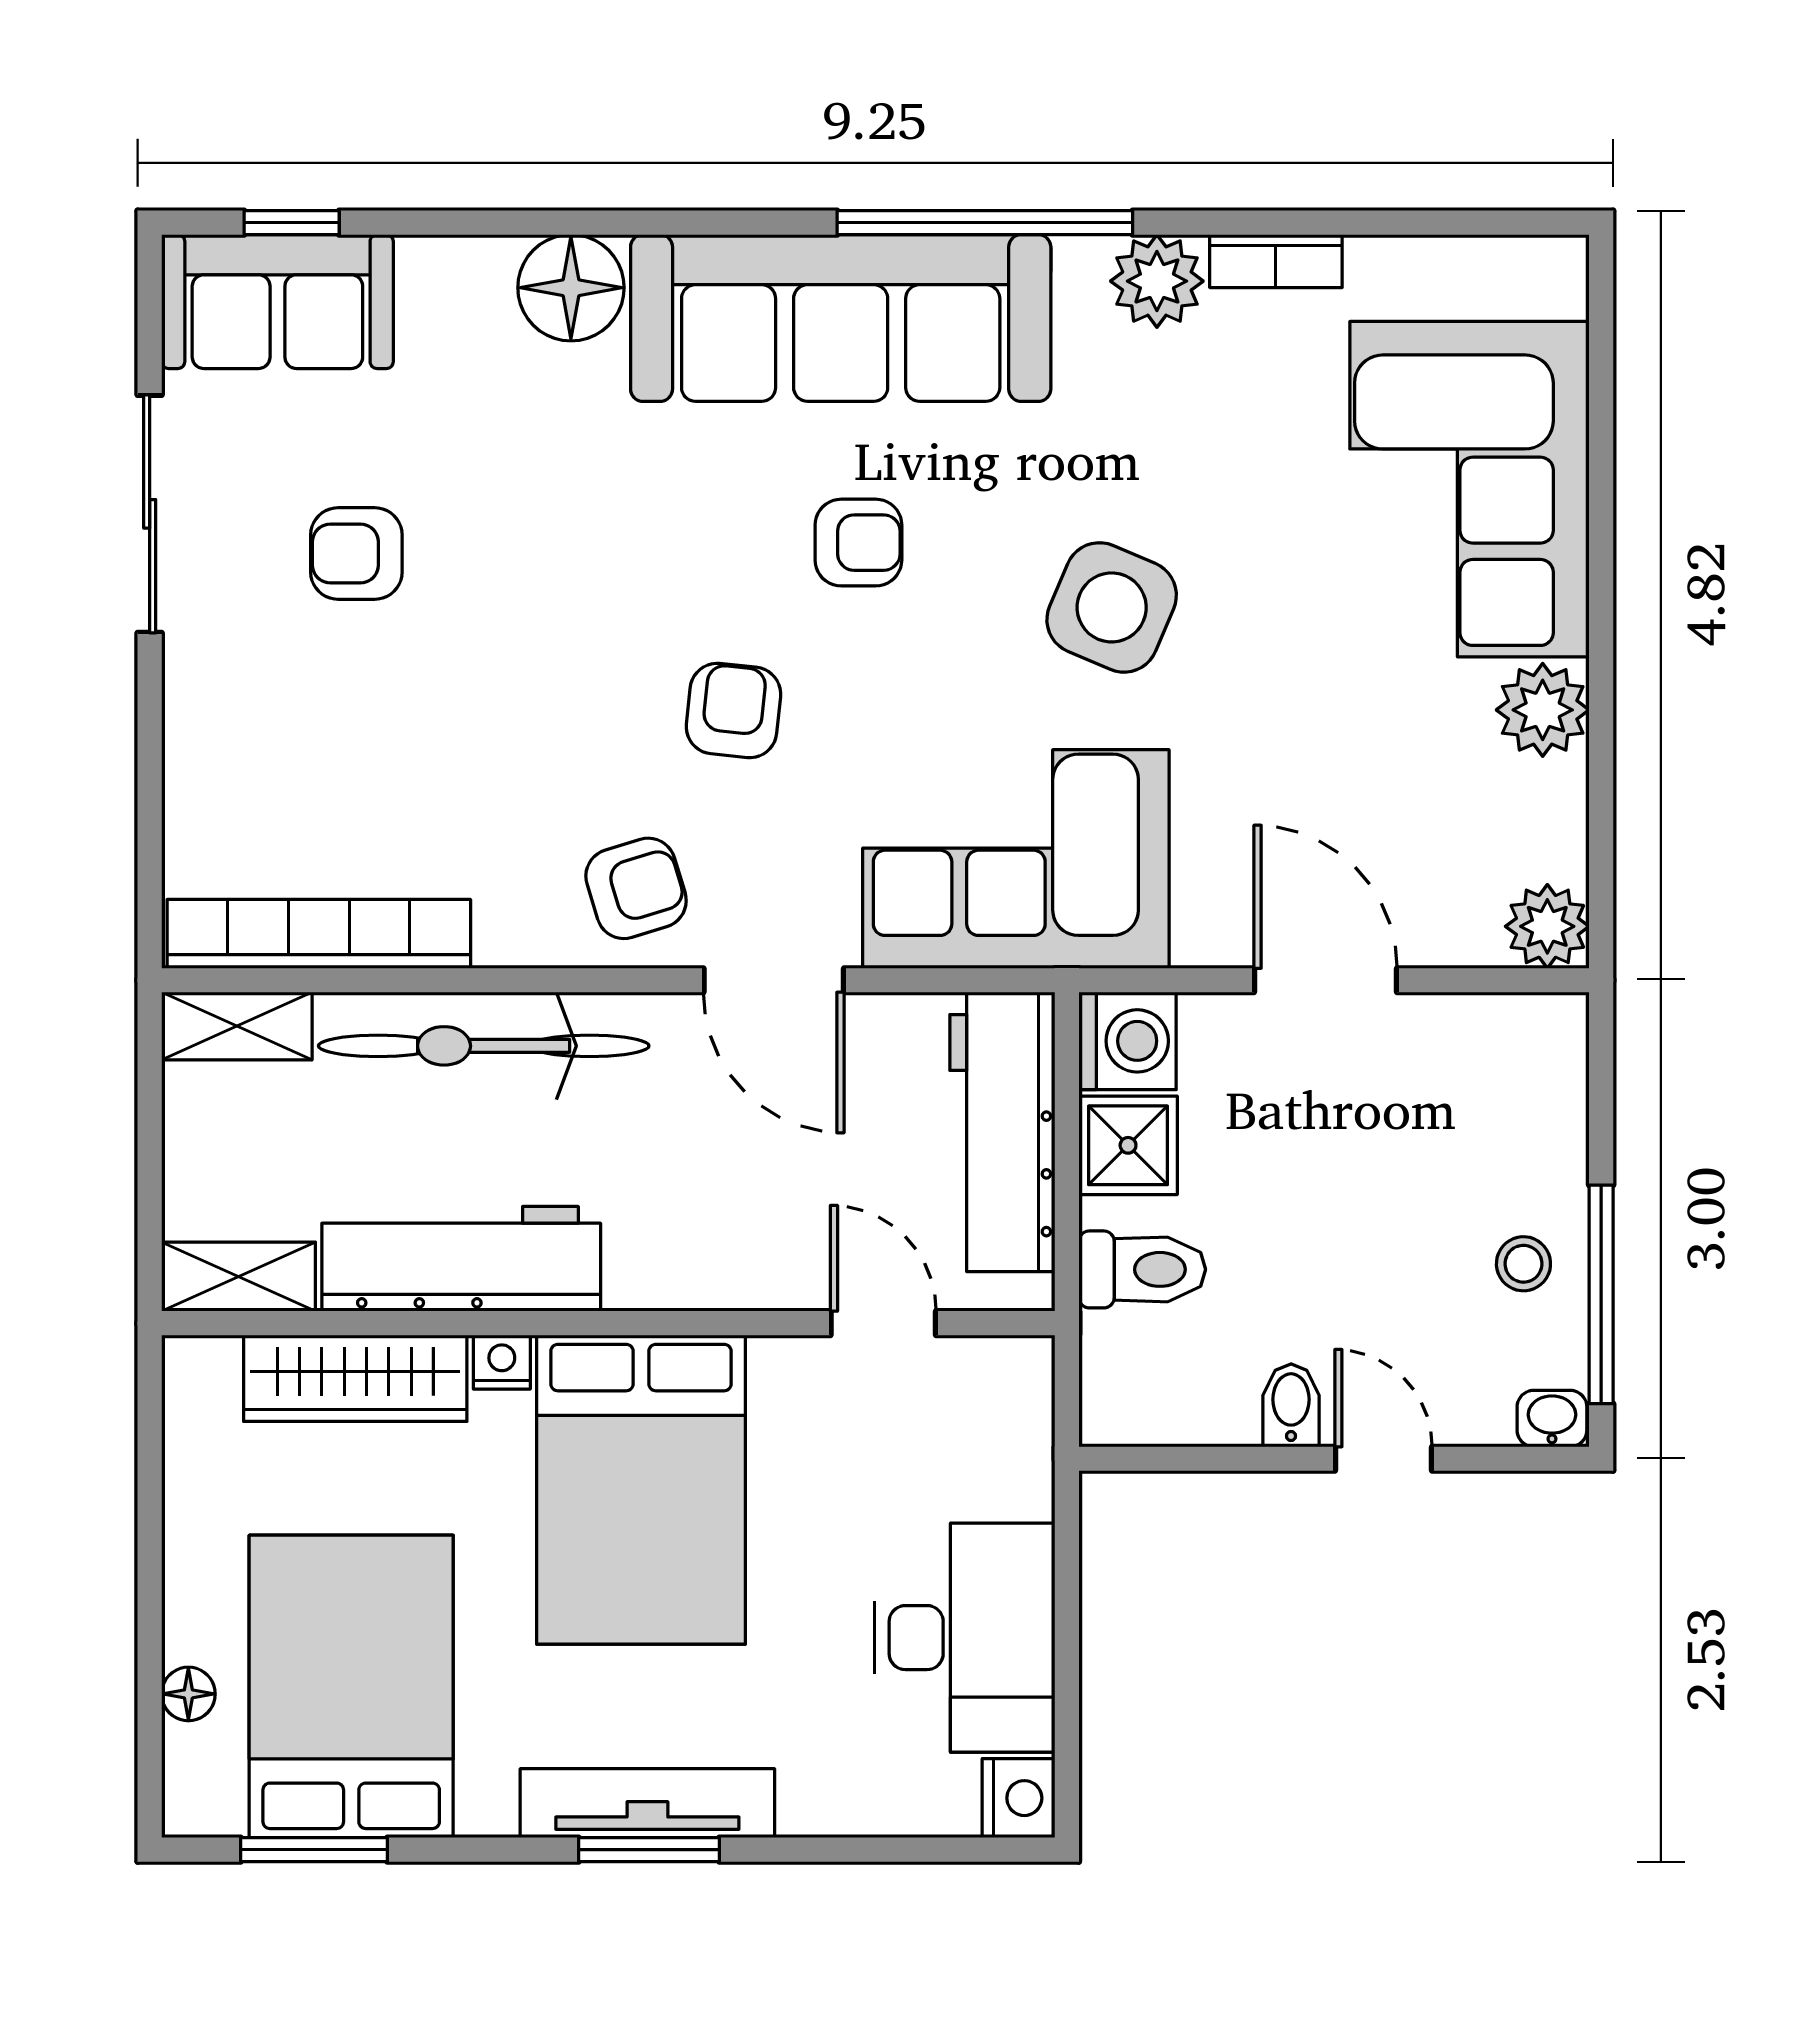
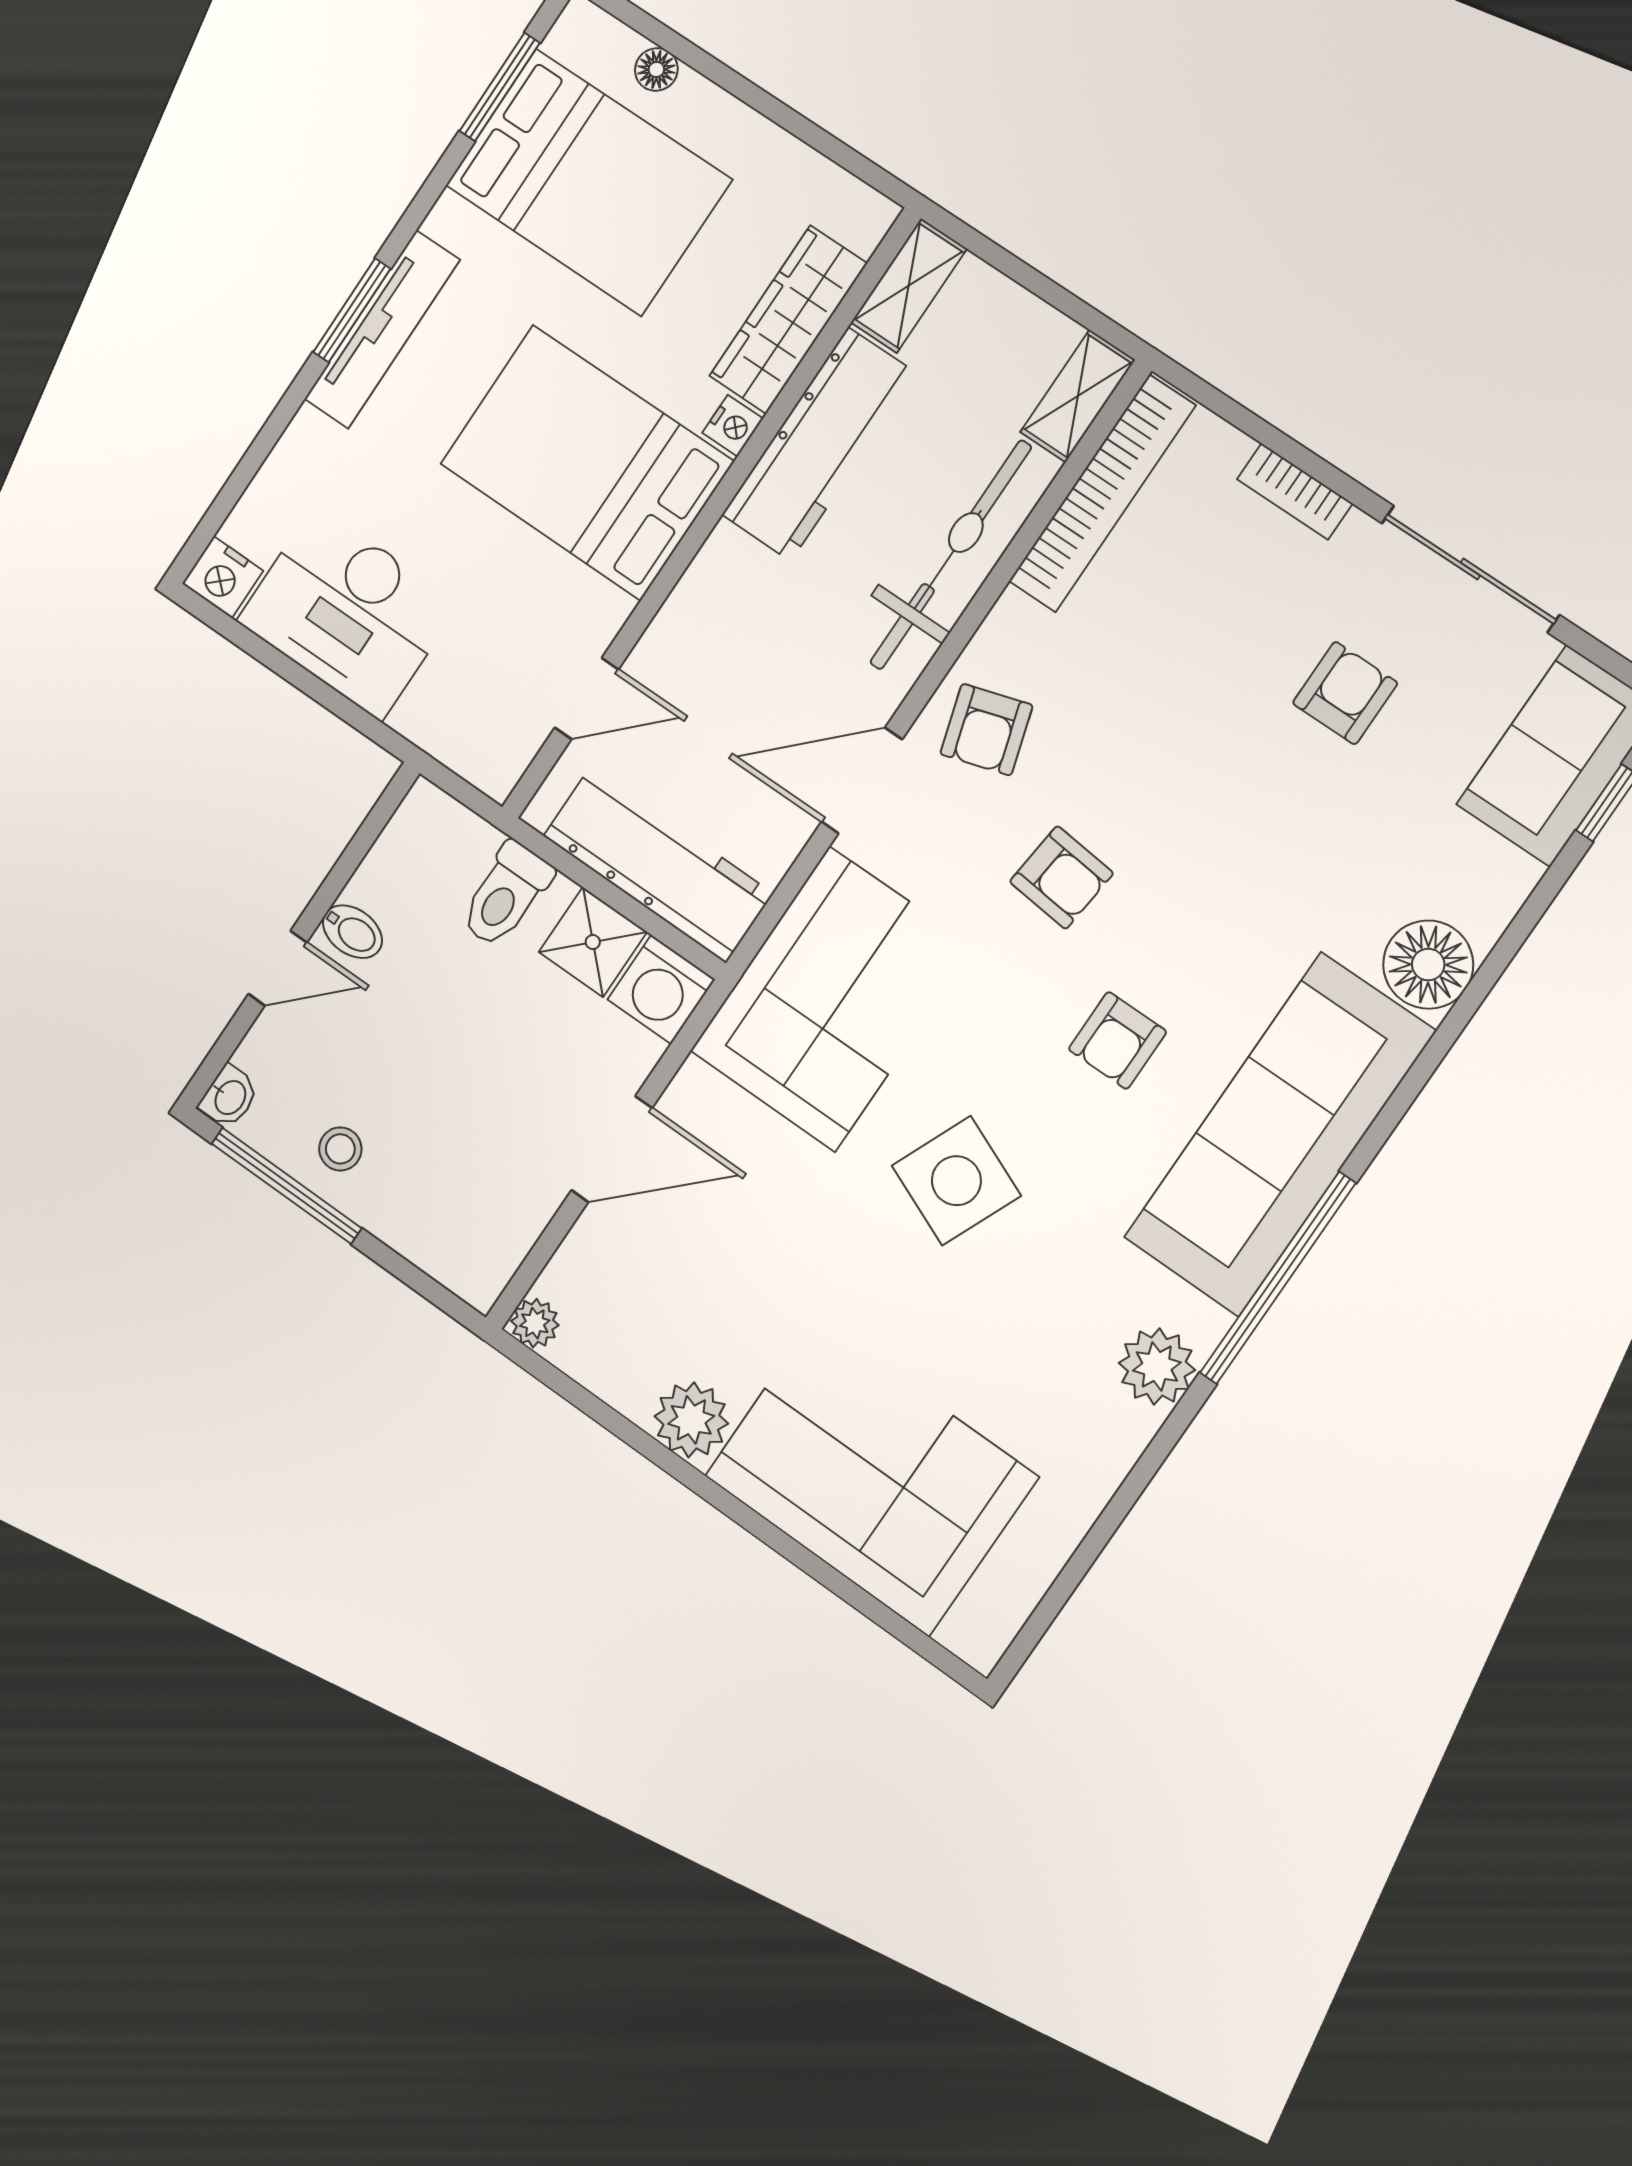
bookcase: (1276, 261) -> (1295, 491), moved, turned -90
plant: (1547, 926) -> (535, 1323), width x0.73, depth x0.73

